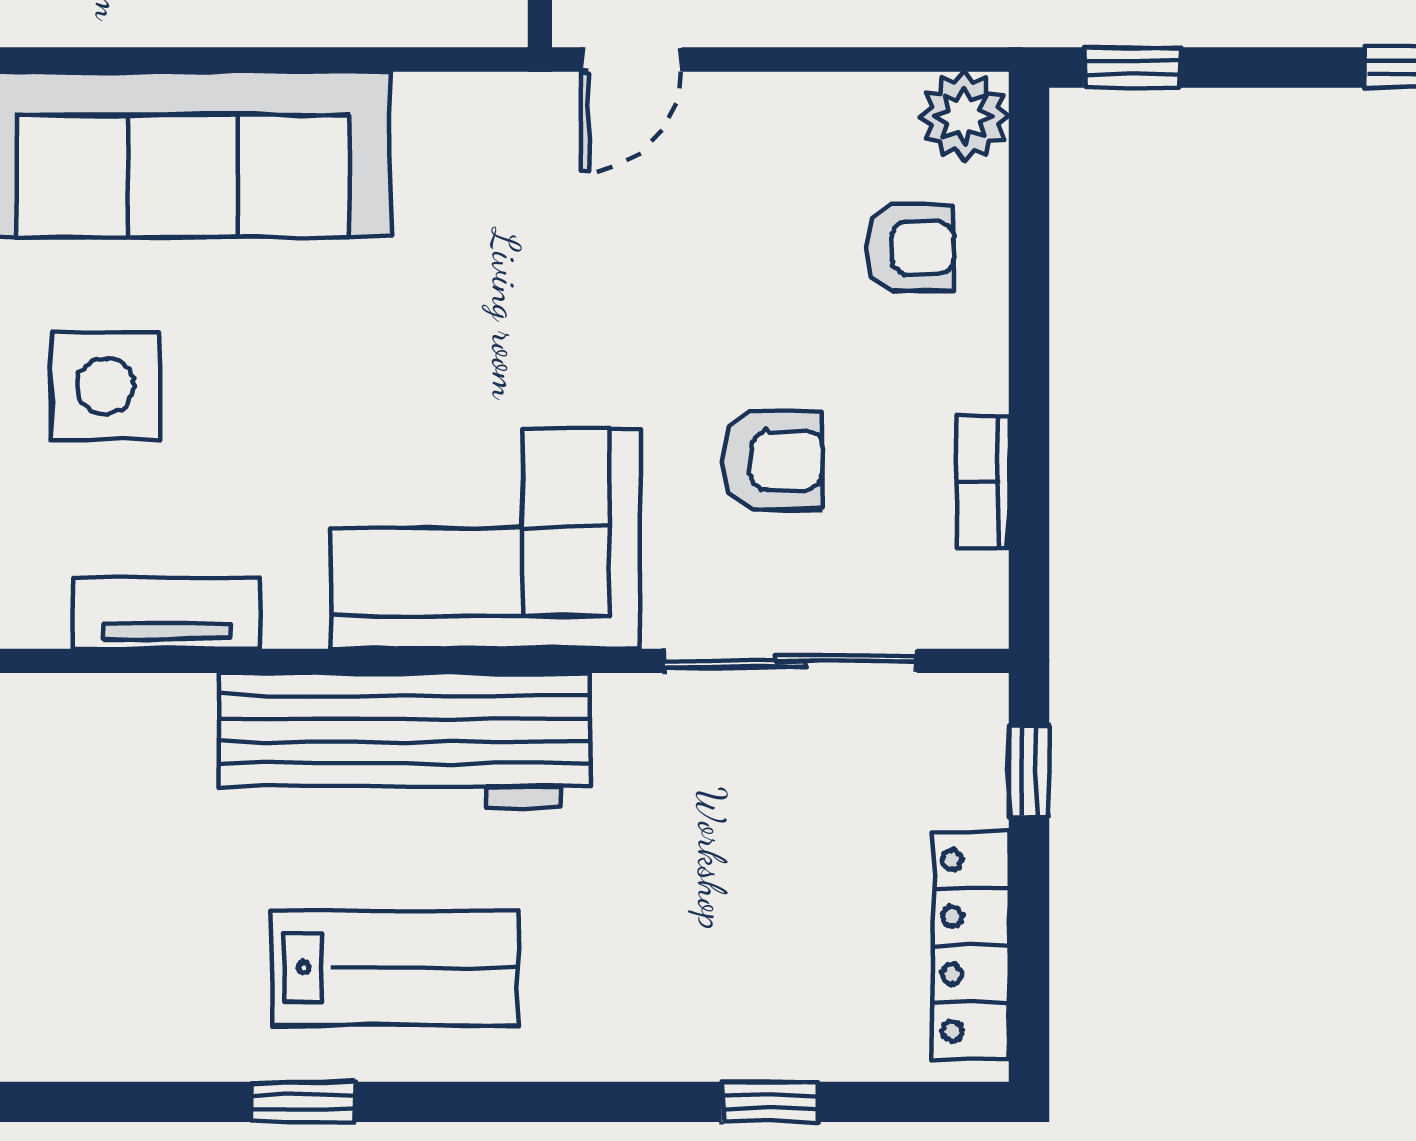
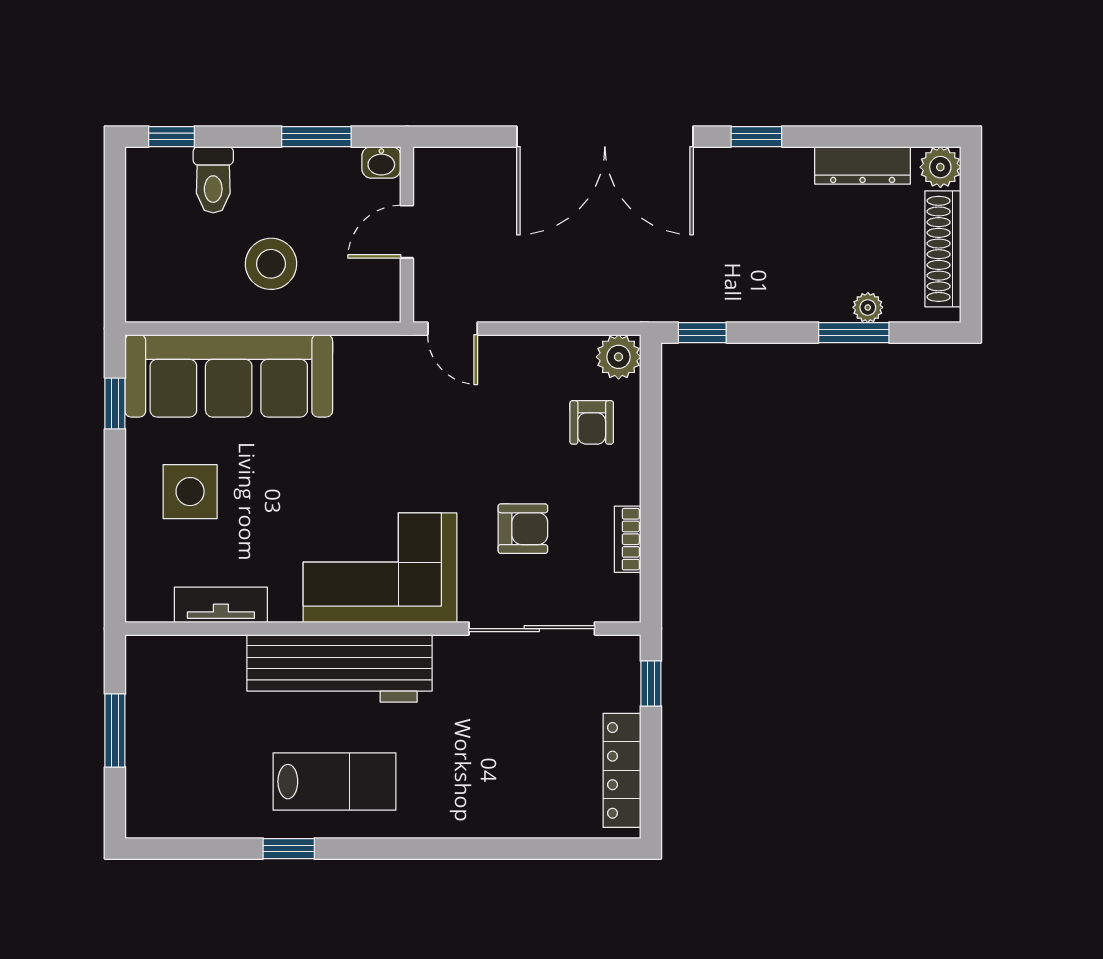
door: (631, 60) -> (453, 329), hinge flipped
armchair: (910, 248) -> (592, 422), turned 90
window: (770, 1102) -> (522, 849), removed

